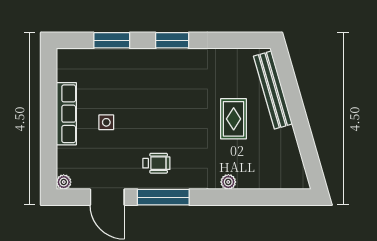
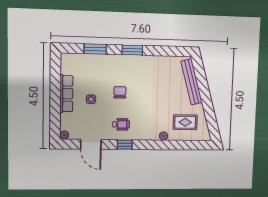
chair: (153, 110) -> (120, 92), added
rug: (234, 119) -> (185, 122), moved, turned 90
window: (163, 197) -> (125, 145), width x0.46

